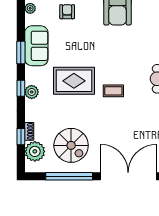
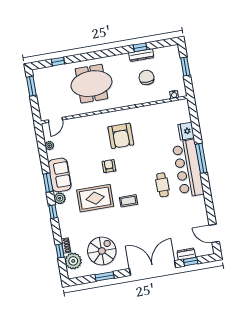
armchair: (67, 12) -> (109, 166), moved
plant: (32, 92) -> (60, 198), moved
spiral stairs: (71, 145) -> (102, 251), turned -90
window: (69, 176) -> (105, 276), width x0.47

